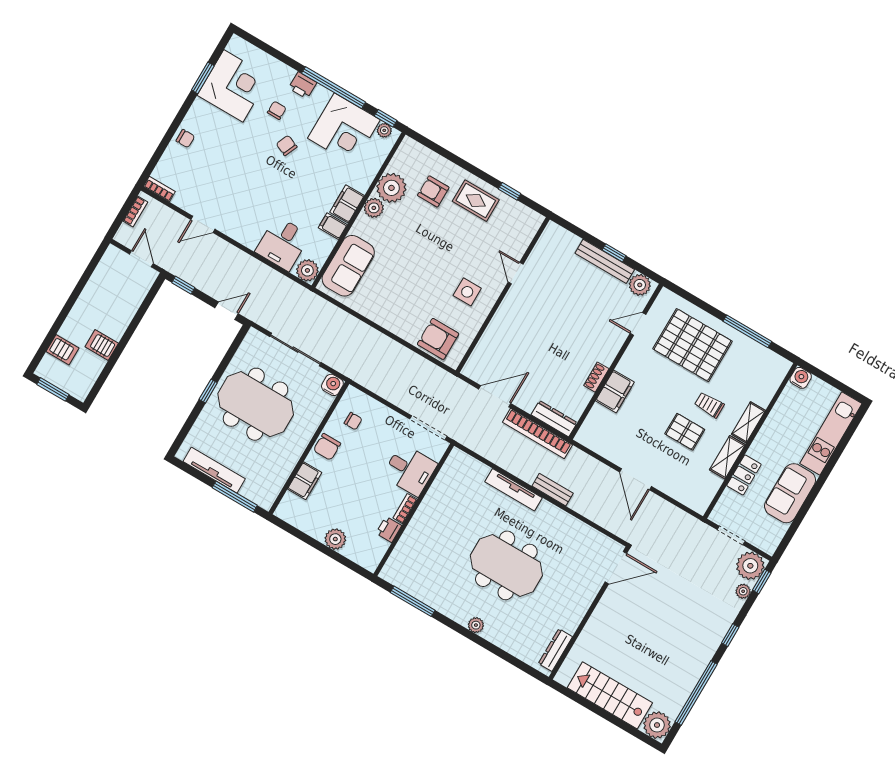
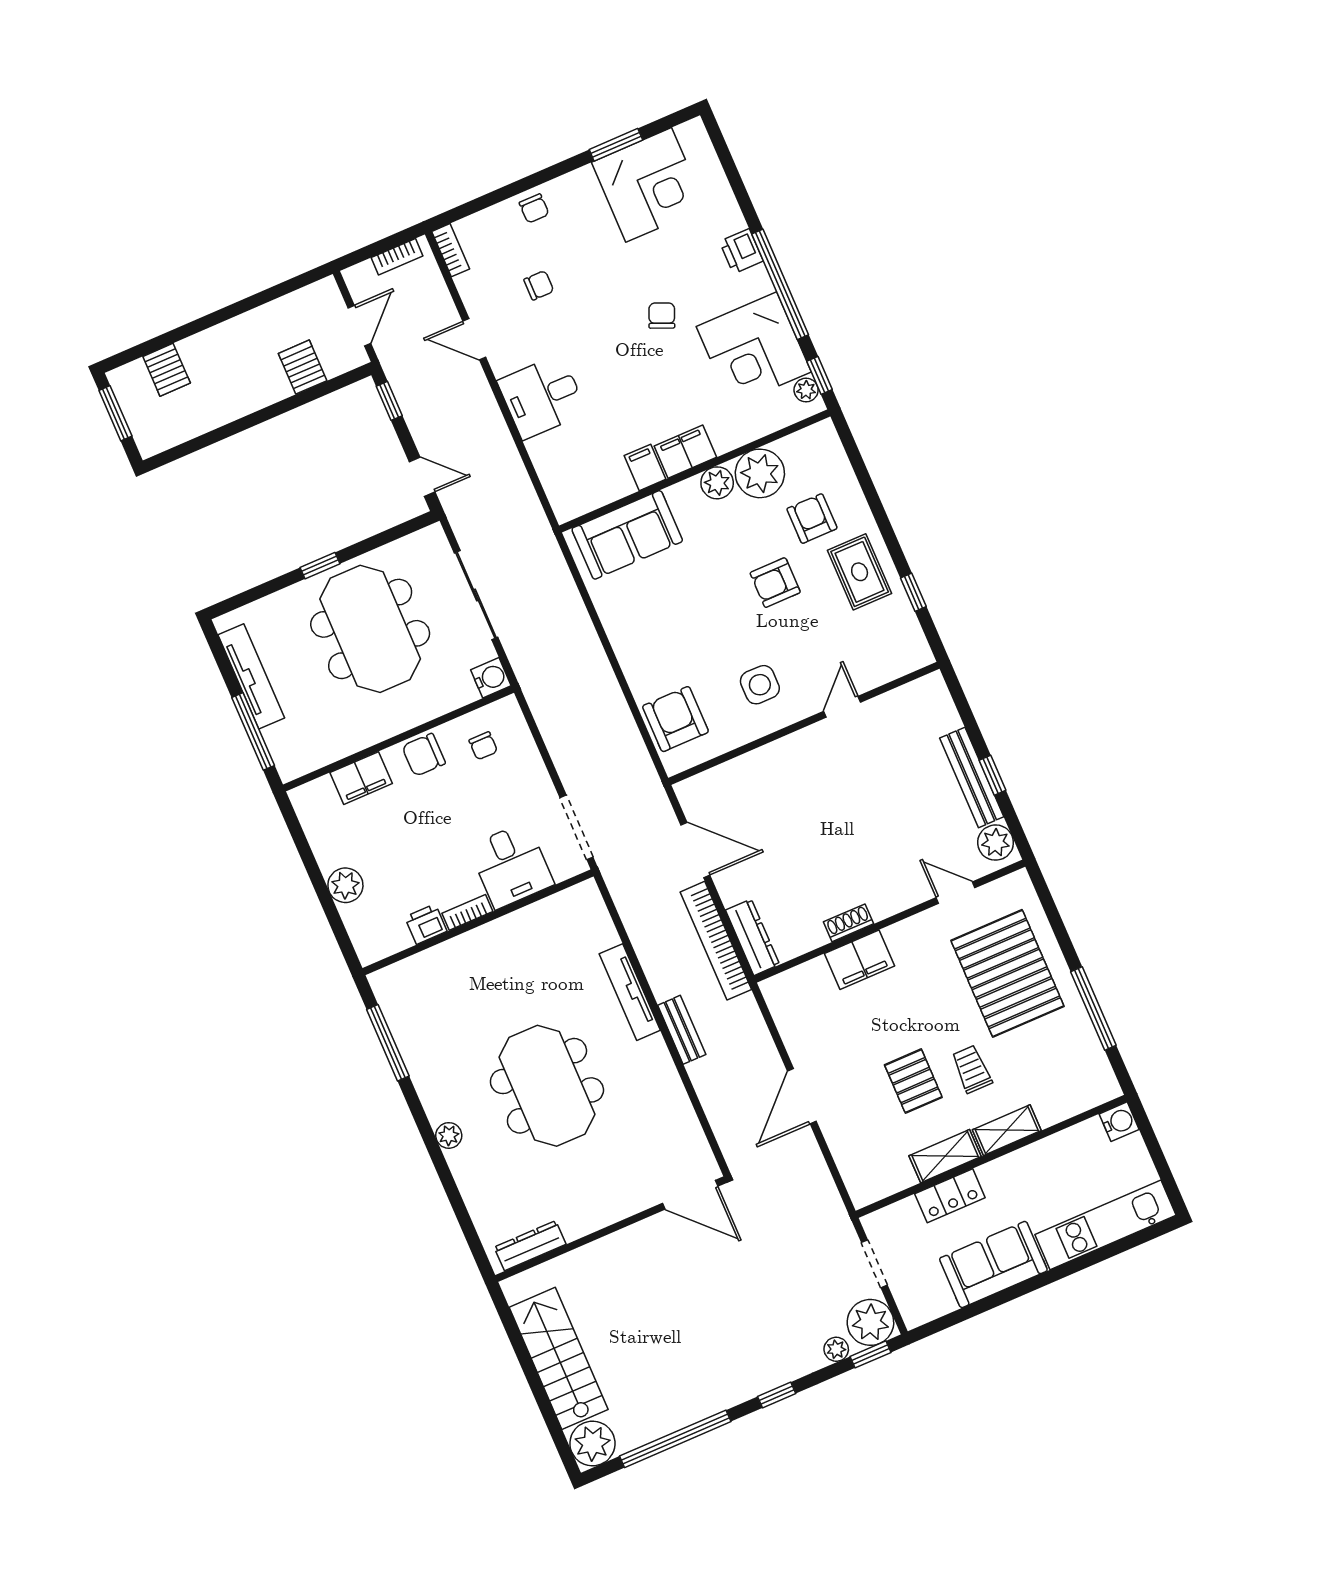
chair: (277, 110) -> (539, 285), moved
armchair: (438, 236) -> (775, 583), added
desk: (283, 243) -> (542, 397), moved
plant: (307, 270) -> (568, 502), removed
server rack: (102, 345) -> (303, 367), moved

